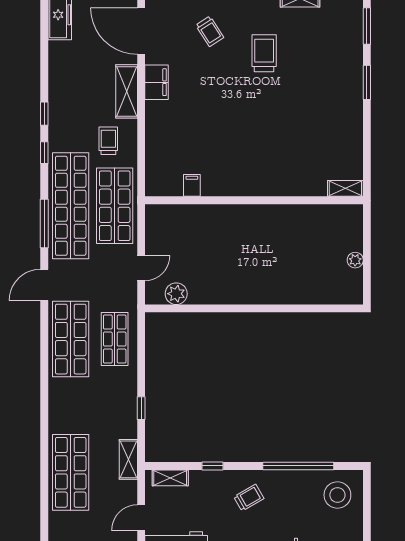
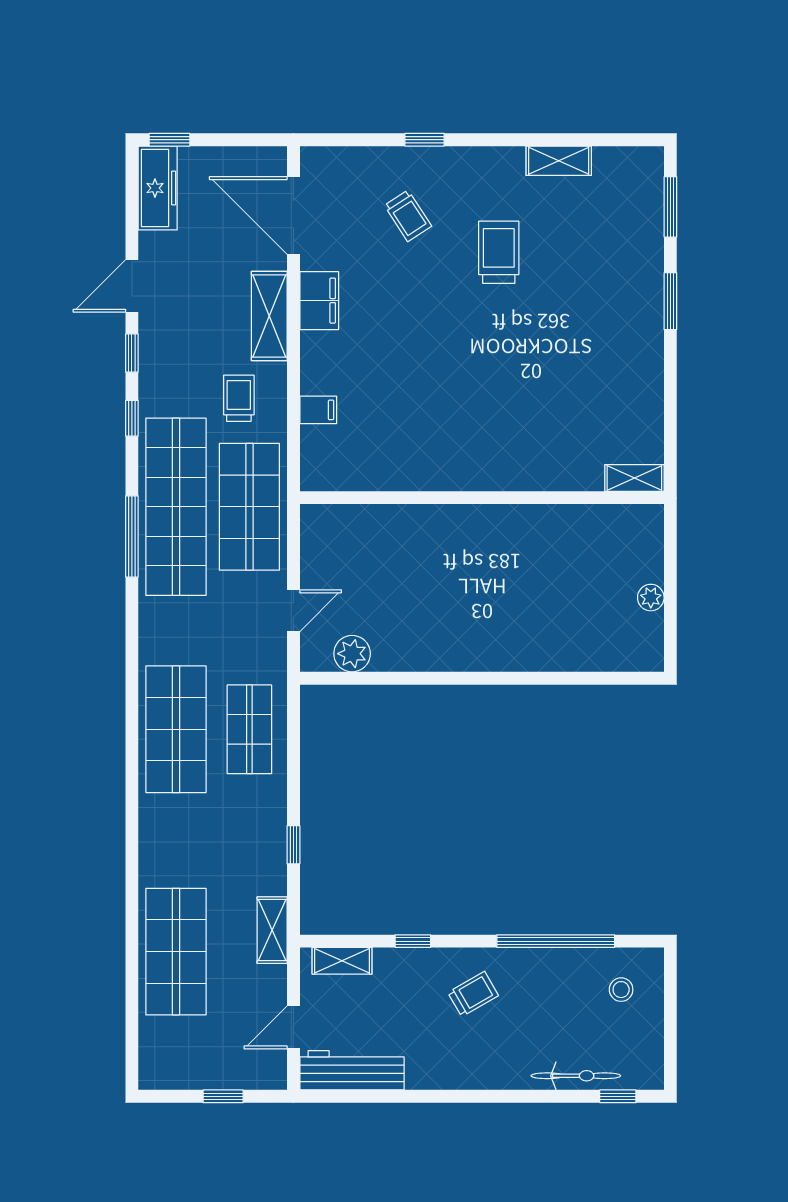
filing cabinet: (192, 185) -> (318, 410), moved, turned 90
door: (44, 285) -> (132, 286), moved
stool: (337, 495) -> (621, 990), width x0.53, depth x0.53

